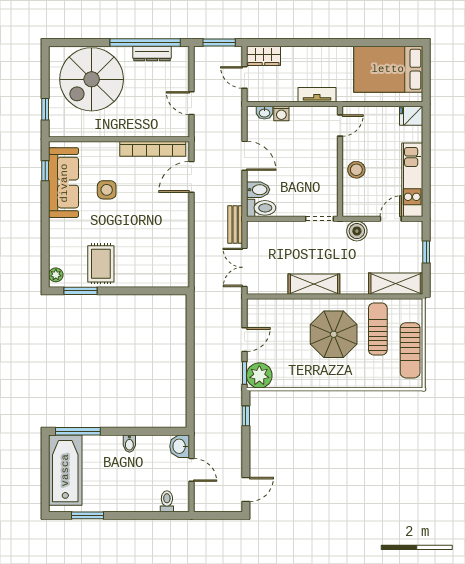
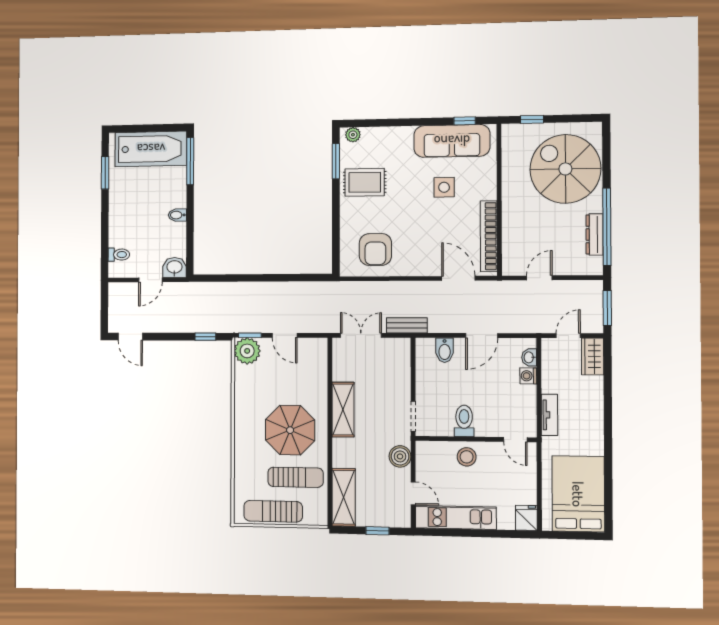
toilet: (261, 208) -> (464, 421), moved, turned 180
armchair: (164, 254) -> (375, 249), added

